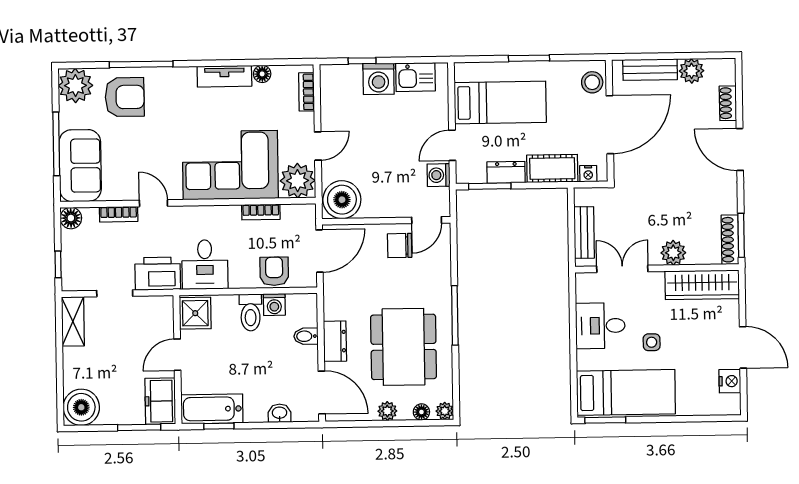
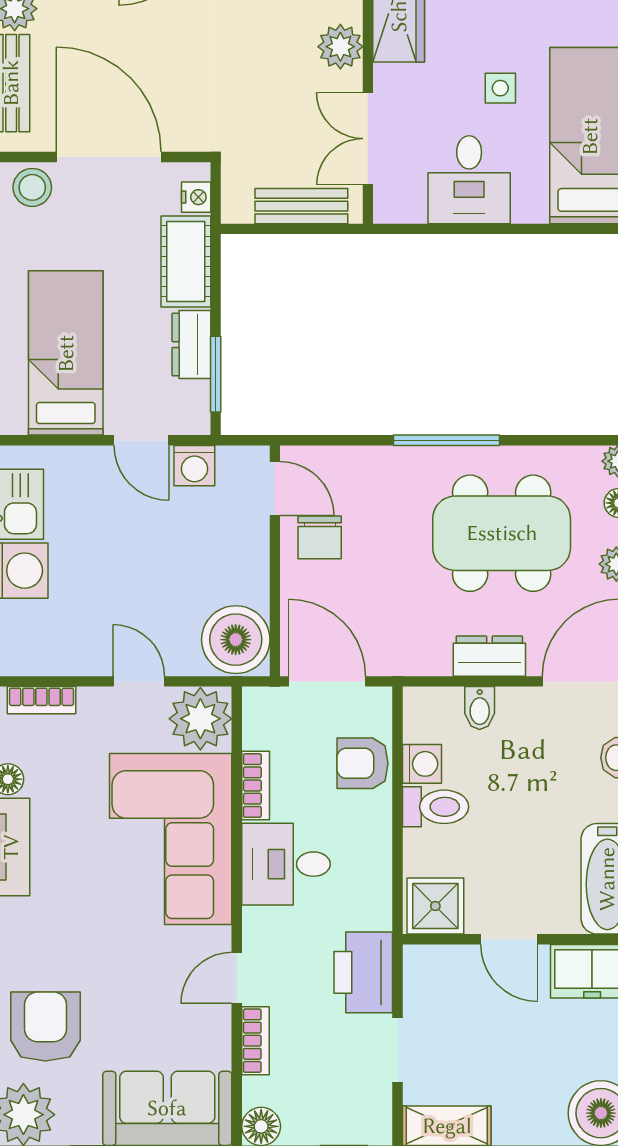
desk: (205, 265) -> (286, 864), moved, turned 180

